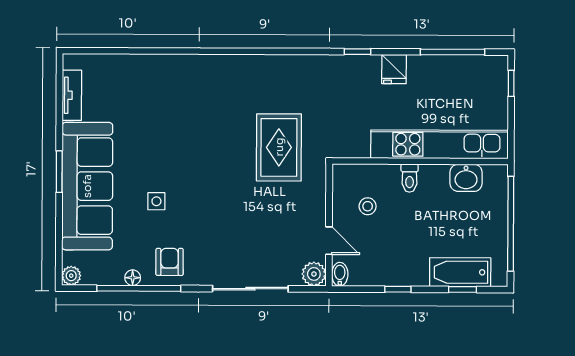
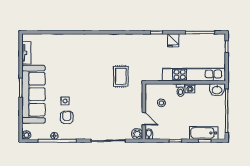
rug: (279, 147) -> (121, 76), width x0.73, depth x0.70
washing machine: (430, 174) -> (190, 88), added
washbasin: (466, 178) -> (217, 90), moved
armchair: (170, 262) -> (67, 117), moved

